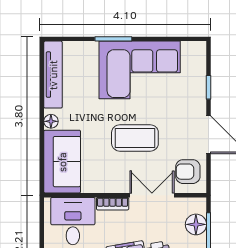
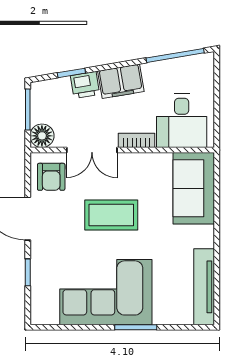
floor lamp: (51, 121) -> (206, 234), removed
armchair: (188, 172) -> (51, 177), turned 90
floor lamp: (196, 224) -> (42, 136), moved

